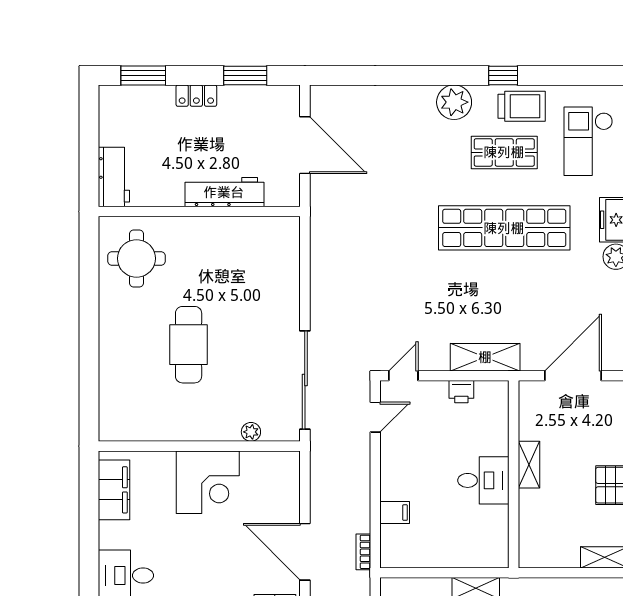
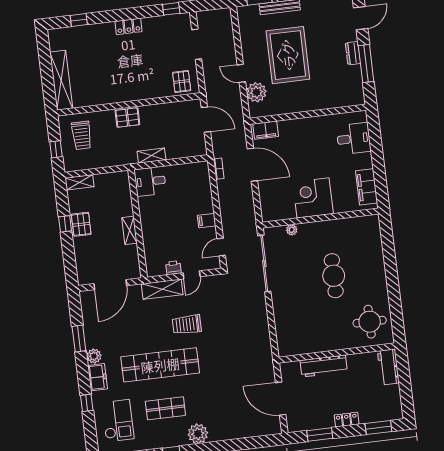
trolley: (522, 106) -> (187, 324), moved
door: (403, 376) -> (192, 275), moved
desk: (483, 480) -> (150, 181), moved
filing cabinet: (395, 513) -> (207, 221), moved

